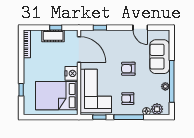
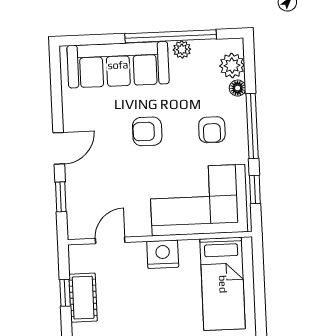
door: (140, 28) -> (59, 148), moved
door: (79, 49) -> (110, 240), width x0.53
sofa: (160, 57) -> (118, 65), width x1.36
armchair: (128, 69) -> (147, 131), turned 90
bed: (57, 96) -> (223, 284), width x0.67

